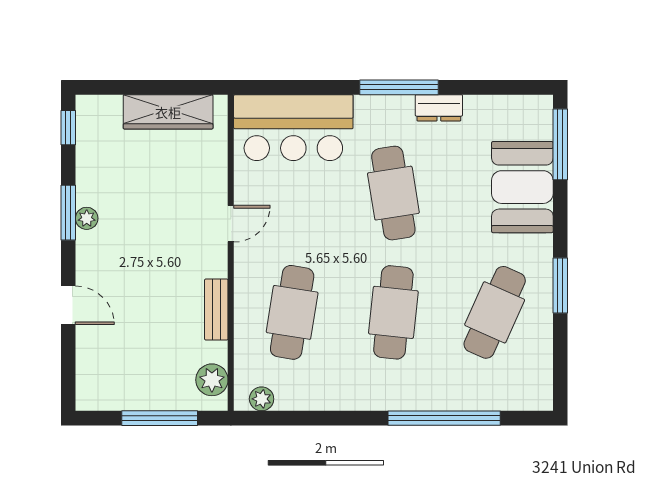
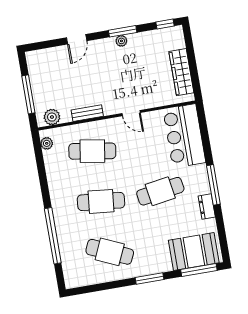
booth: (522, 187) -> (194, 251), moved
window: (560, 285) -> (150, 278), moved

